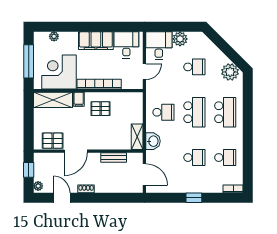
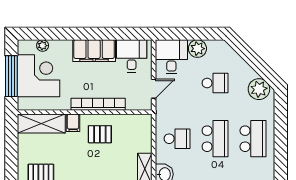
corner desk: (59, 72) -> (39, 76), moved, turned 90

